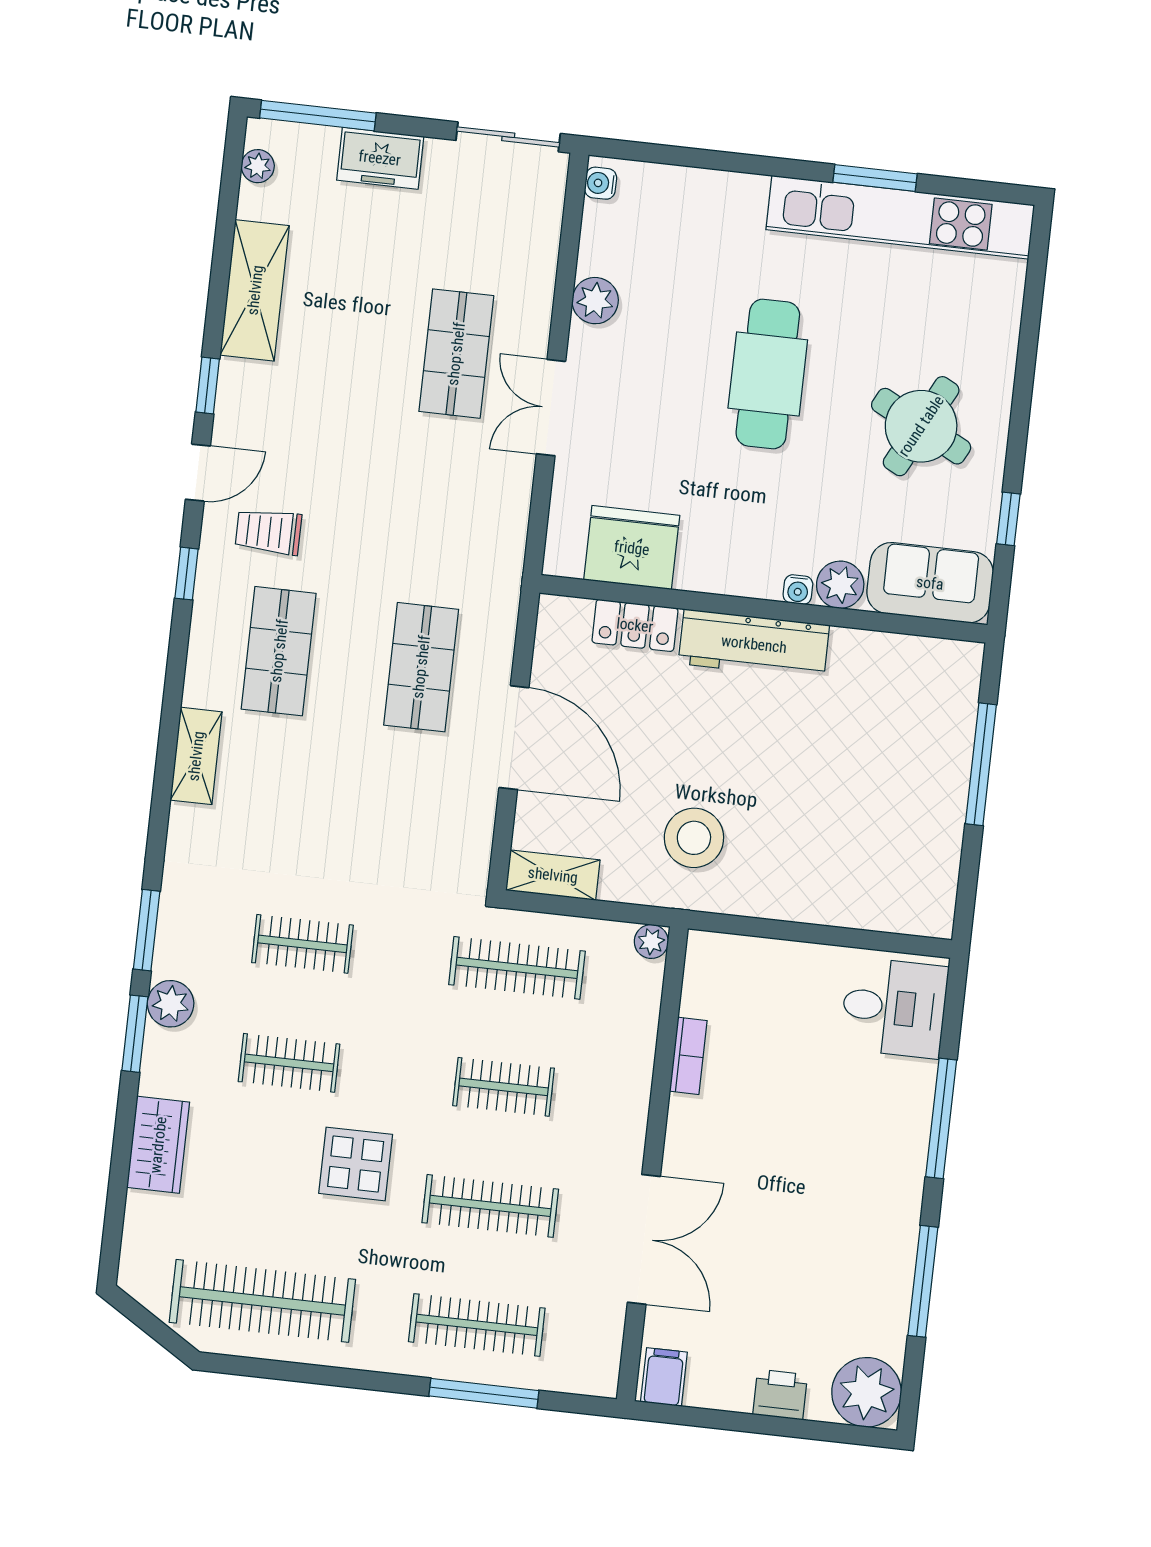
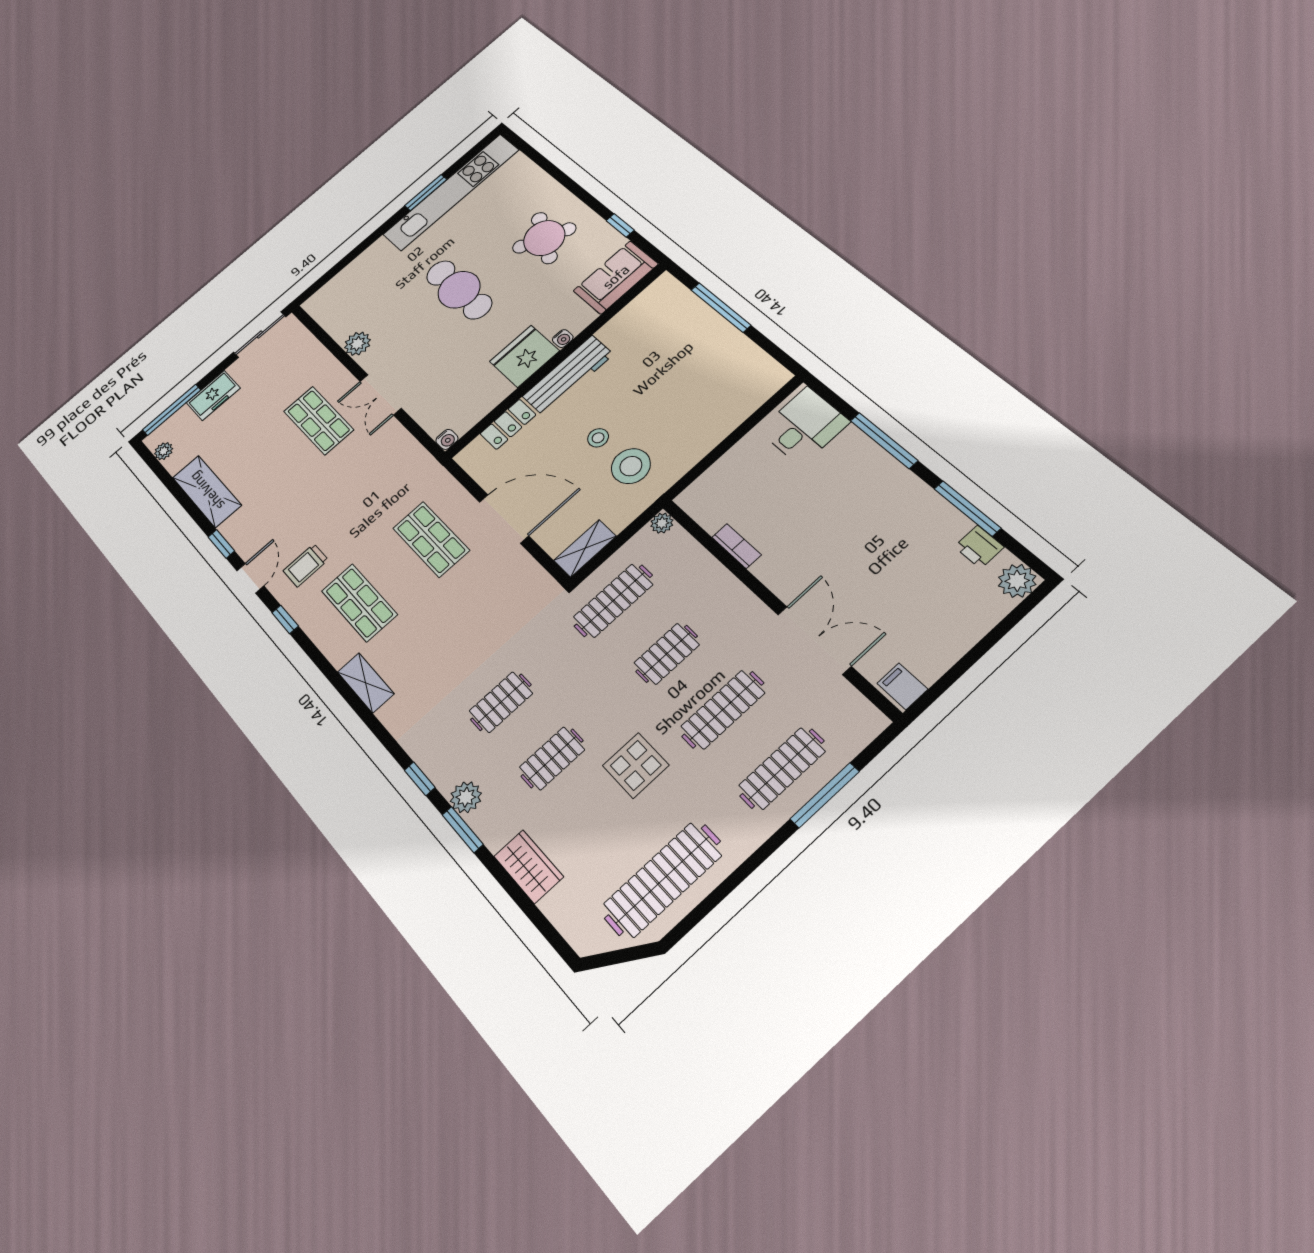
water cooler: (601, 183) -> (447, 439), moved, turned -90
fridge: (632, 548) -> (524, 356), moved
plant: (840, 585) -> (579, 318), removed
stool: (700, 762) -> (598, 438), added
window: (147, 930) -> (420, 779), width x0.67
plant: (867, 1392) -> (1017, 581), width x0.73, depth x0.73
printer: (780, 1395) -> (979, 547), moved, turned -90

